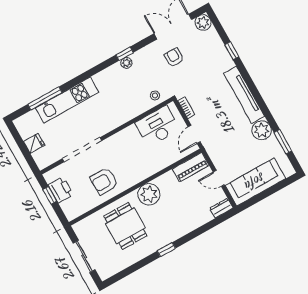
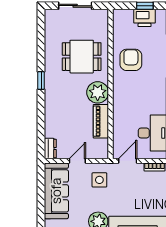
door: (194, 134) -> (128, 161), hinge flipped
side table: (225, 150) -> (99, 180), added
piano: (191, 167) -> (101, 121), moved

